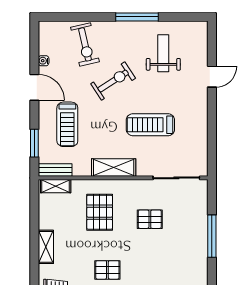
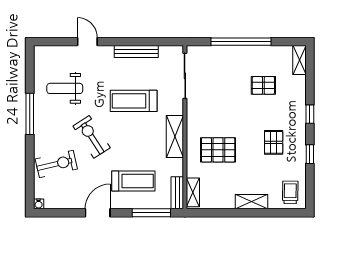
water cooler: (44, 61) -> (39, 204), moved
treadmill: (150, 125) -> (134, 101), turned 90
bench: (202, 127) -> (136, 52), added
window: (34, 143) -> (151, 213), width x1.44
pallet: (150, 219) -> (263, 85), moved, turned 90
window: (212, 236) -> (241, 42), width x1.46

